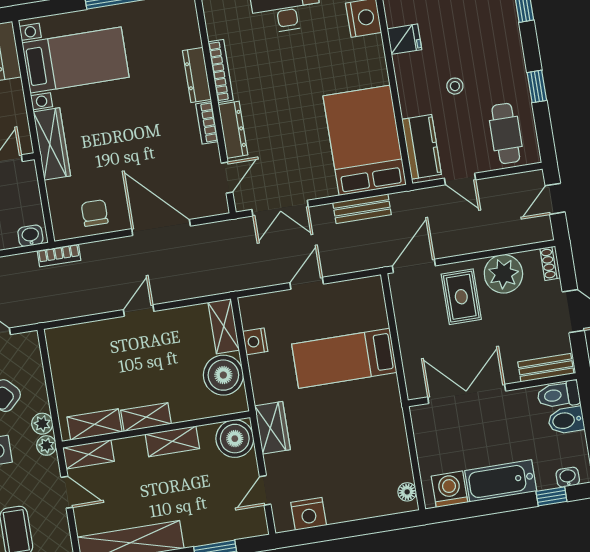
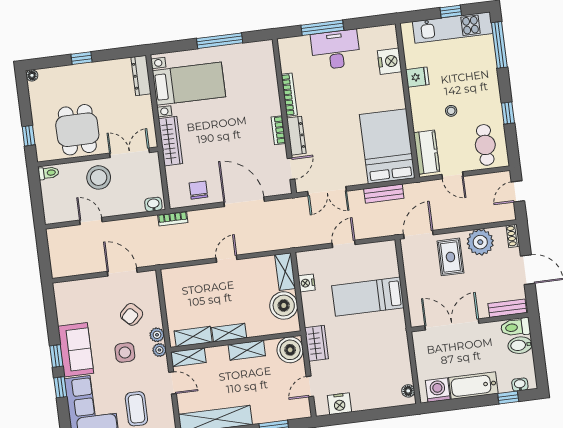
dresser: (197, 75) -> (273, 97), removed

